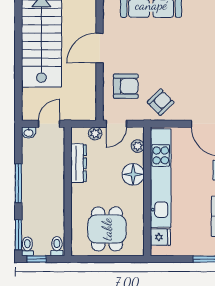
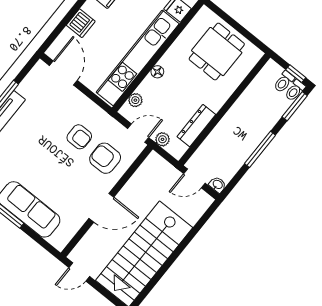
armchair: (161, 102) -> (79, 137), moved, turned -136
floor lamp: (133, 174) -> (157, 72), width x0.53, depth x0.53
toilet: (57, 246) -> (284, 82), moved

